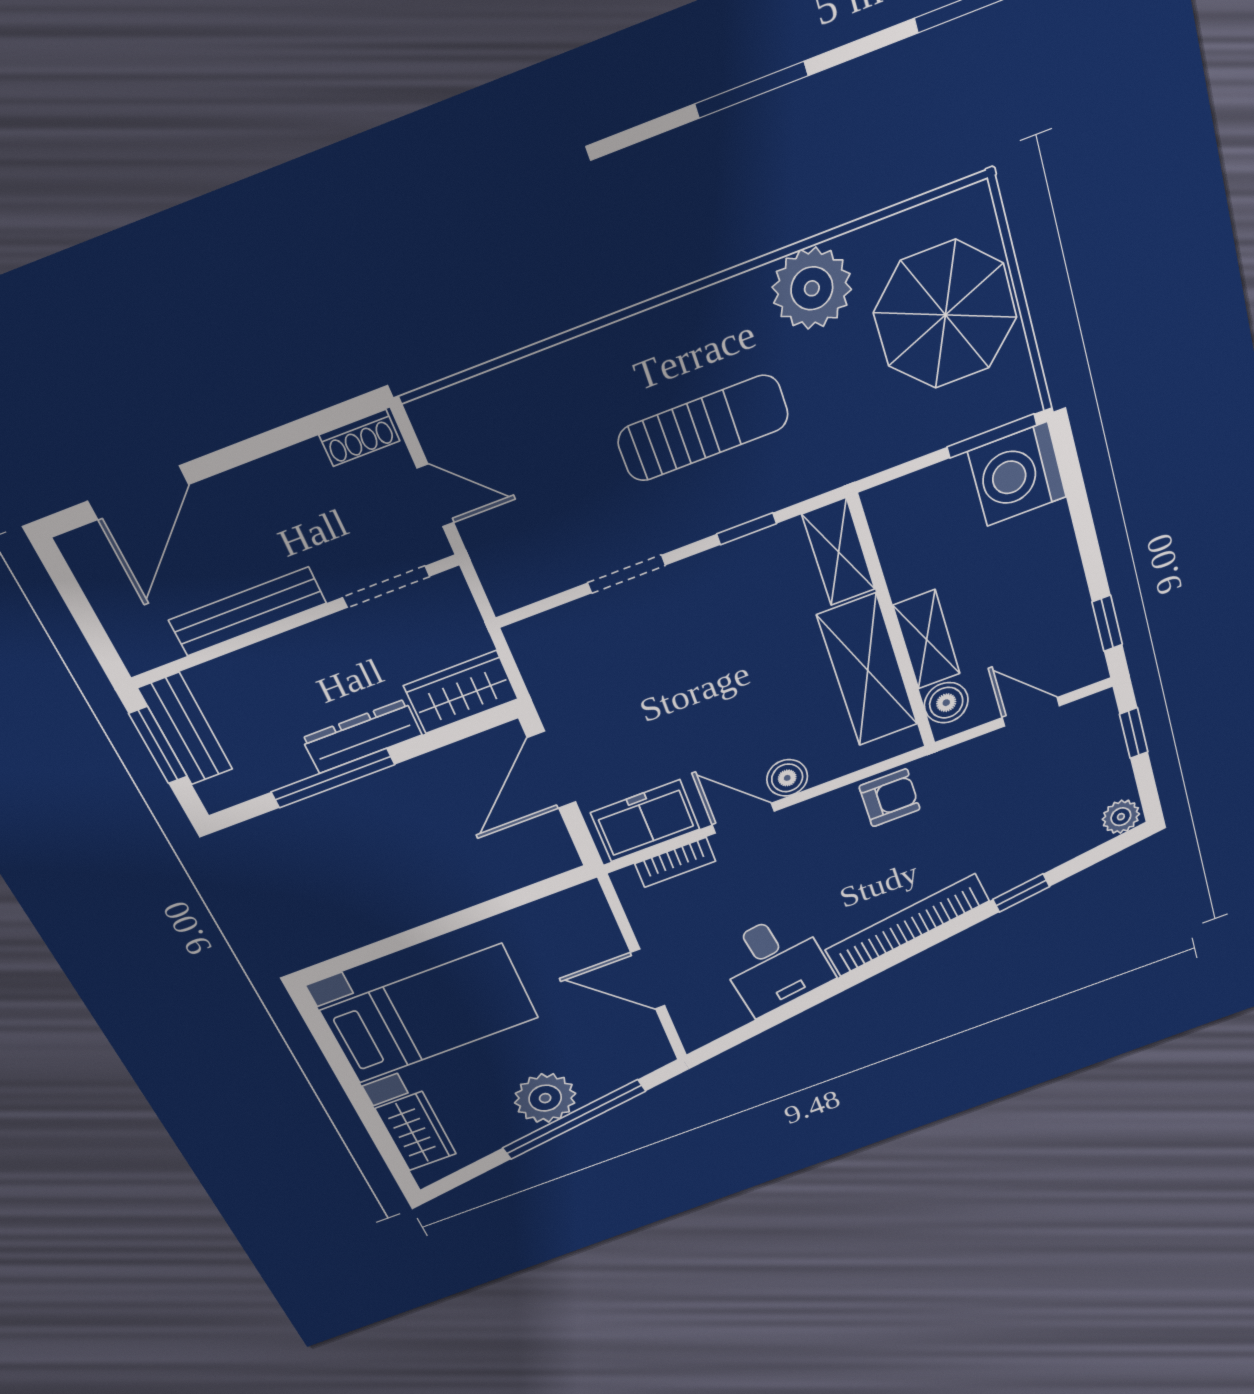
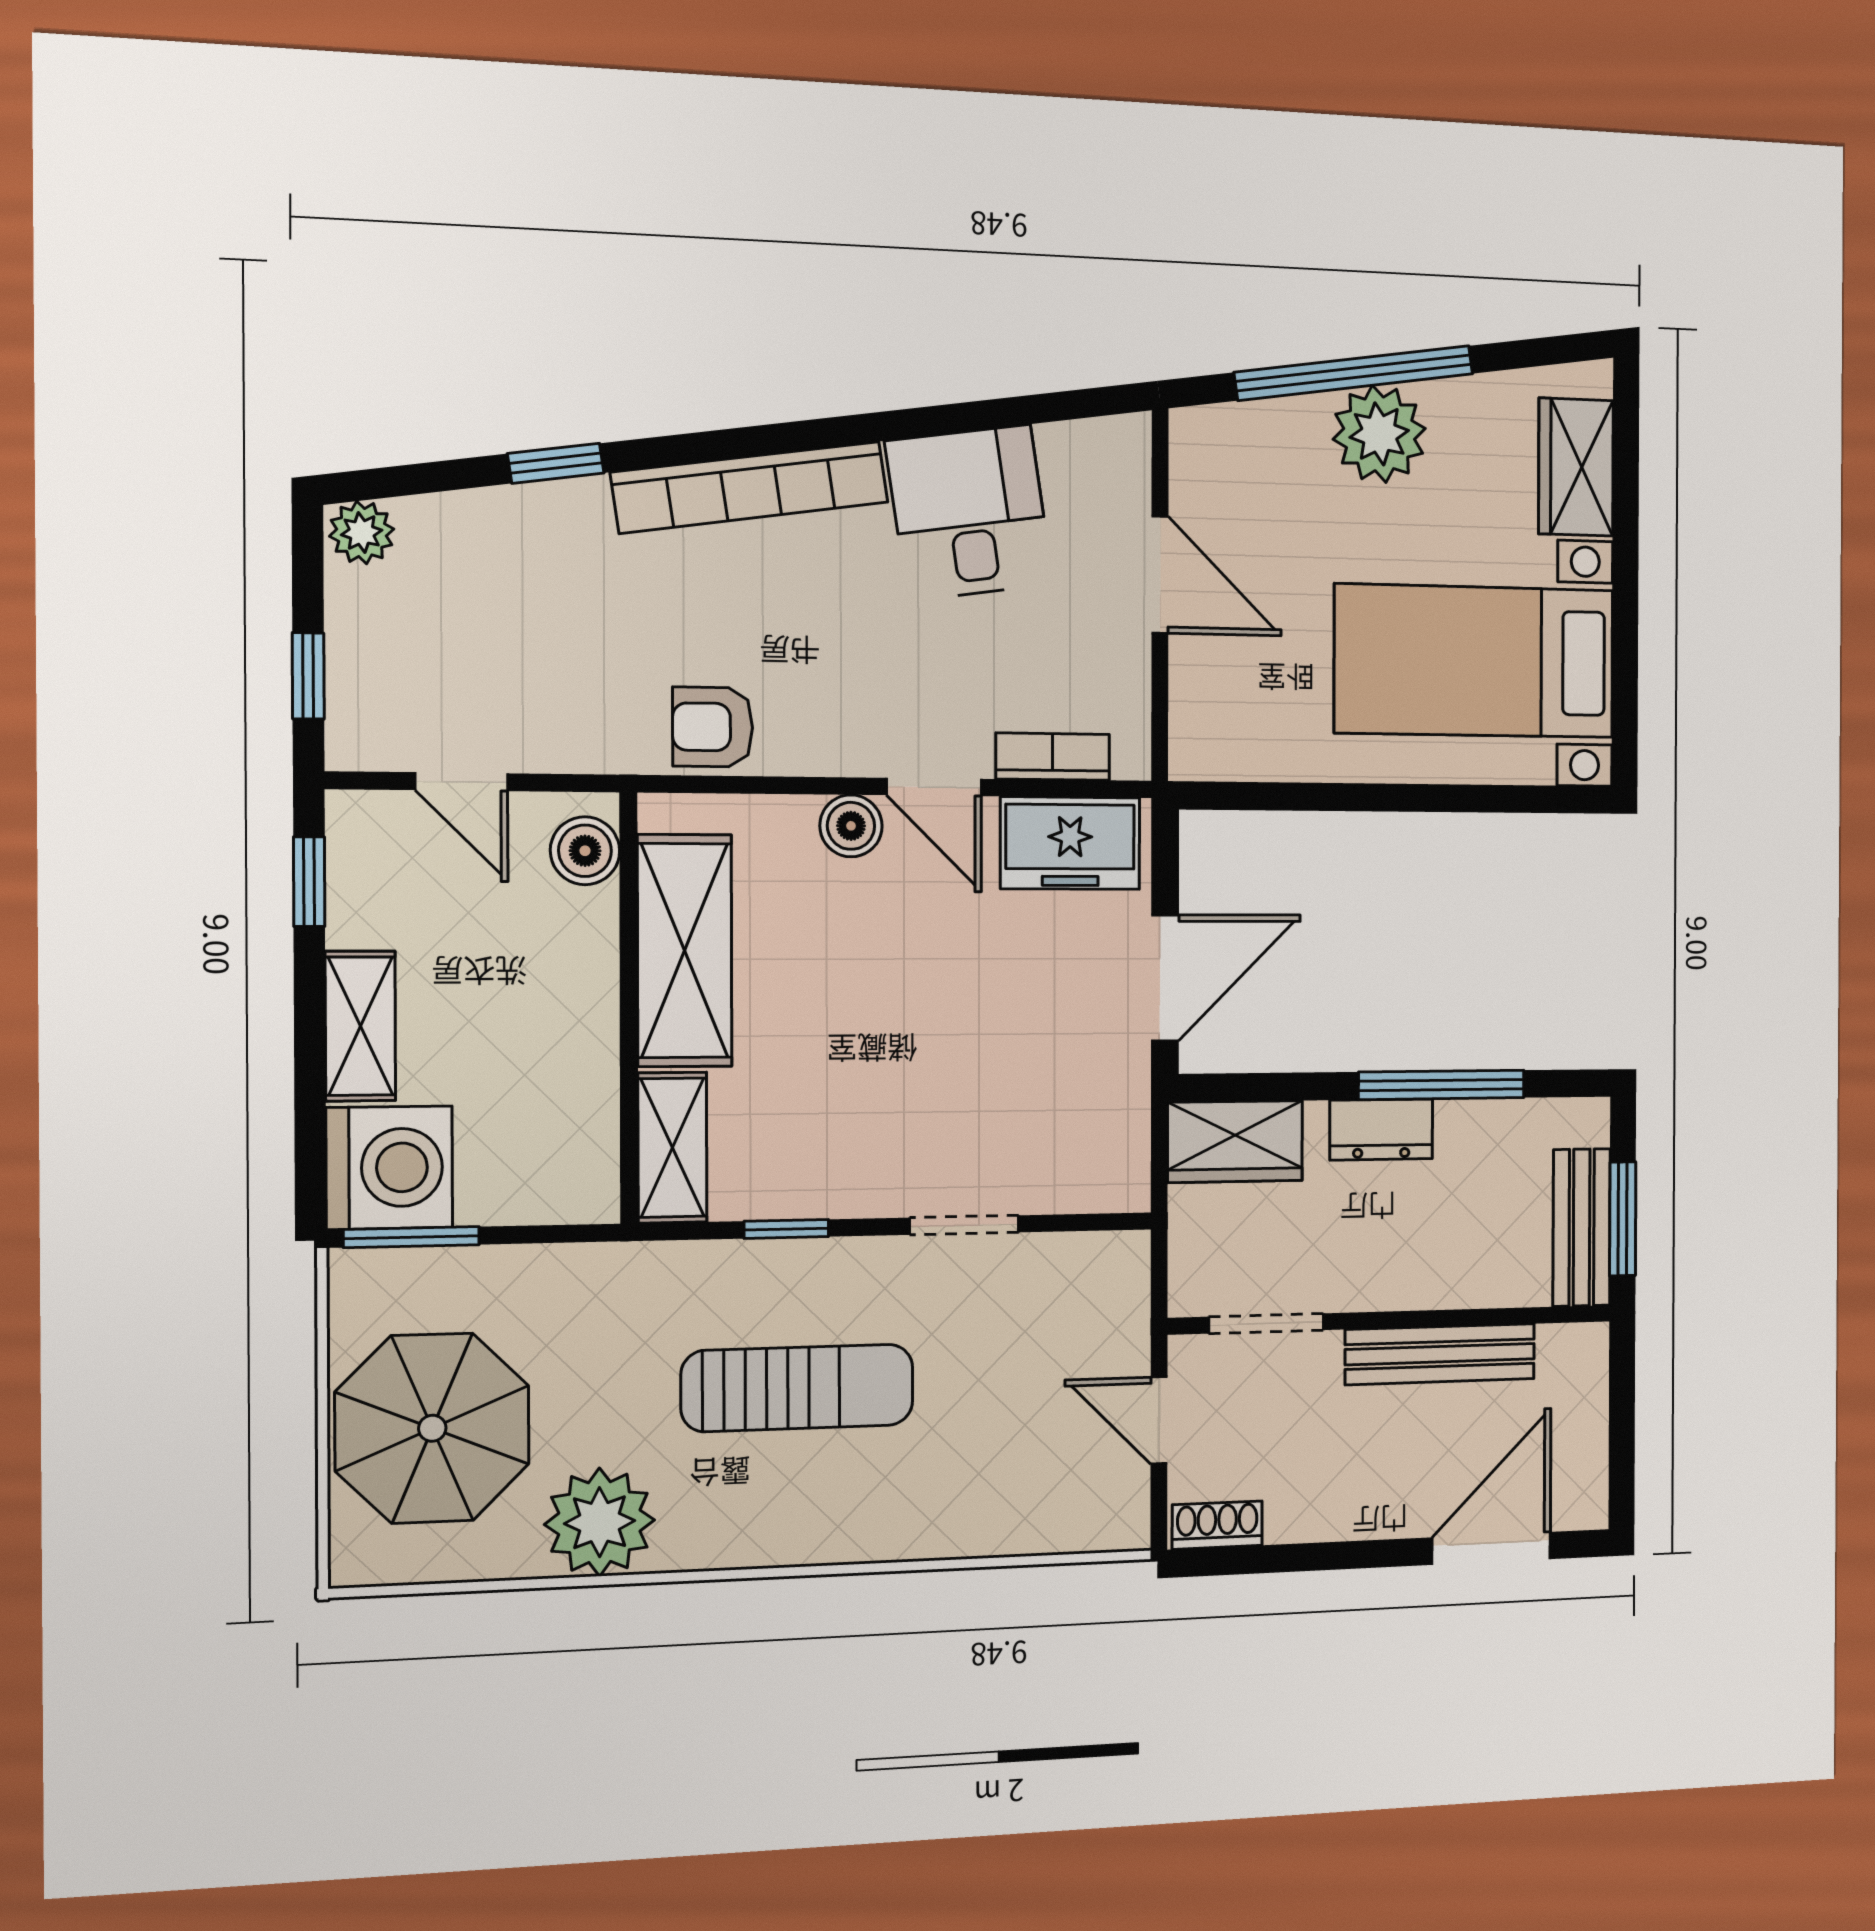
sun lounger: (703, 428) -> (798, 1388), turned 180
shelving: (927, 640) -> (360, 1026), moved
dresser: (362, 736) -> (1381, 1130), width x0.70

